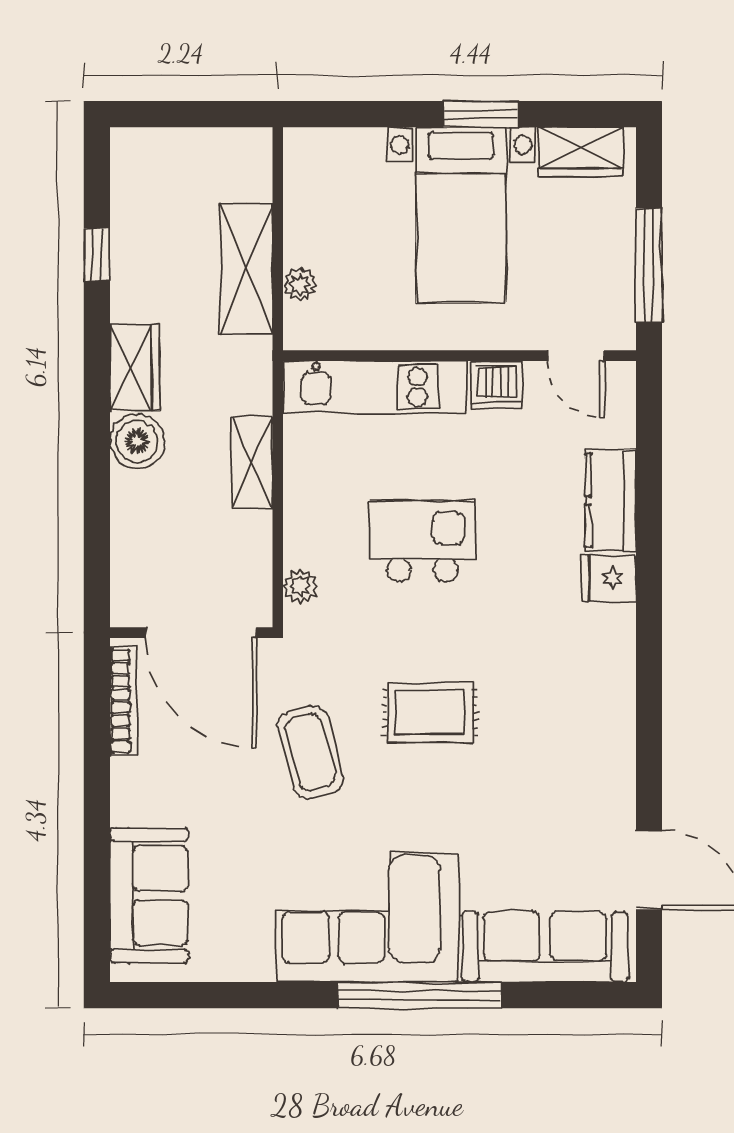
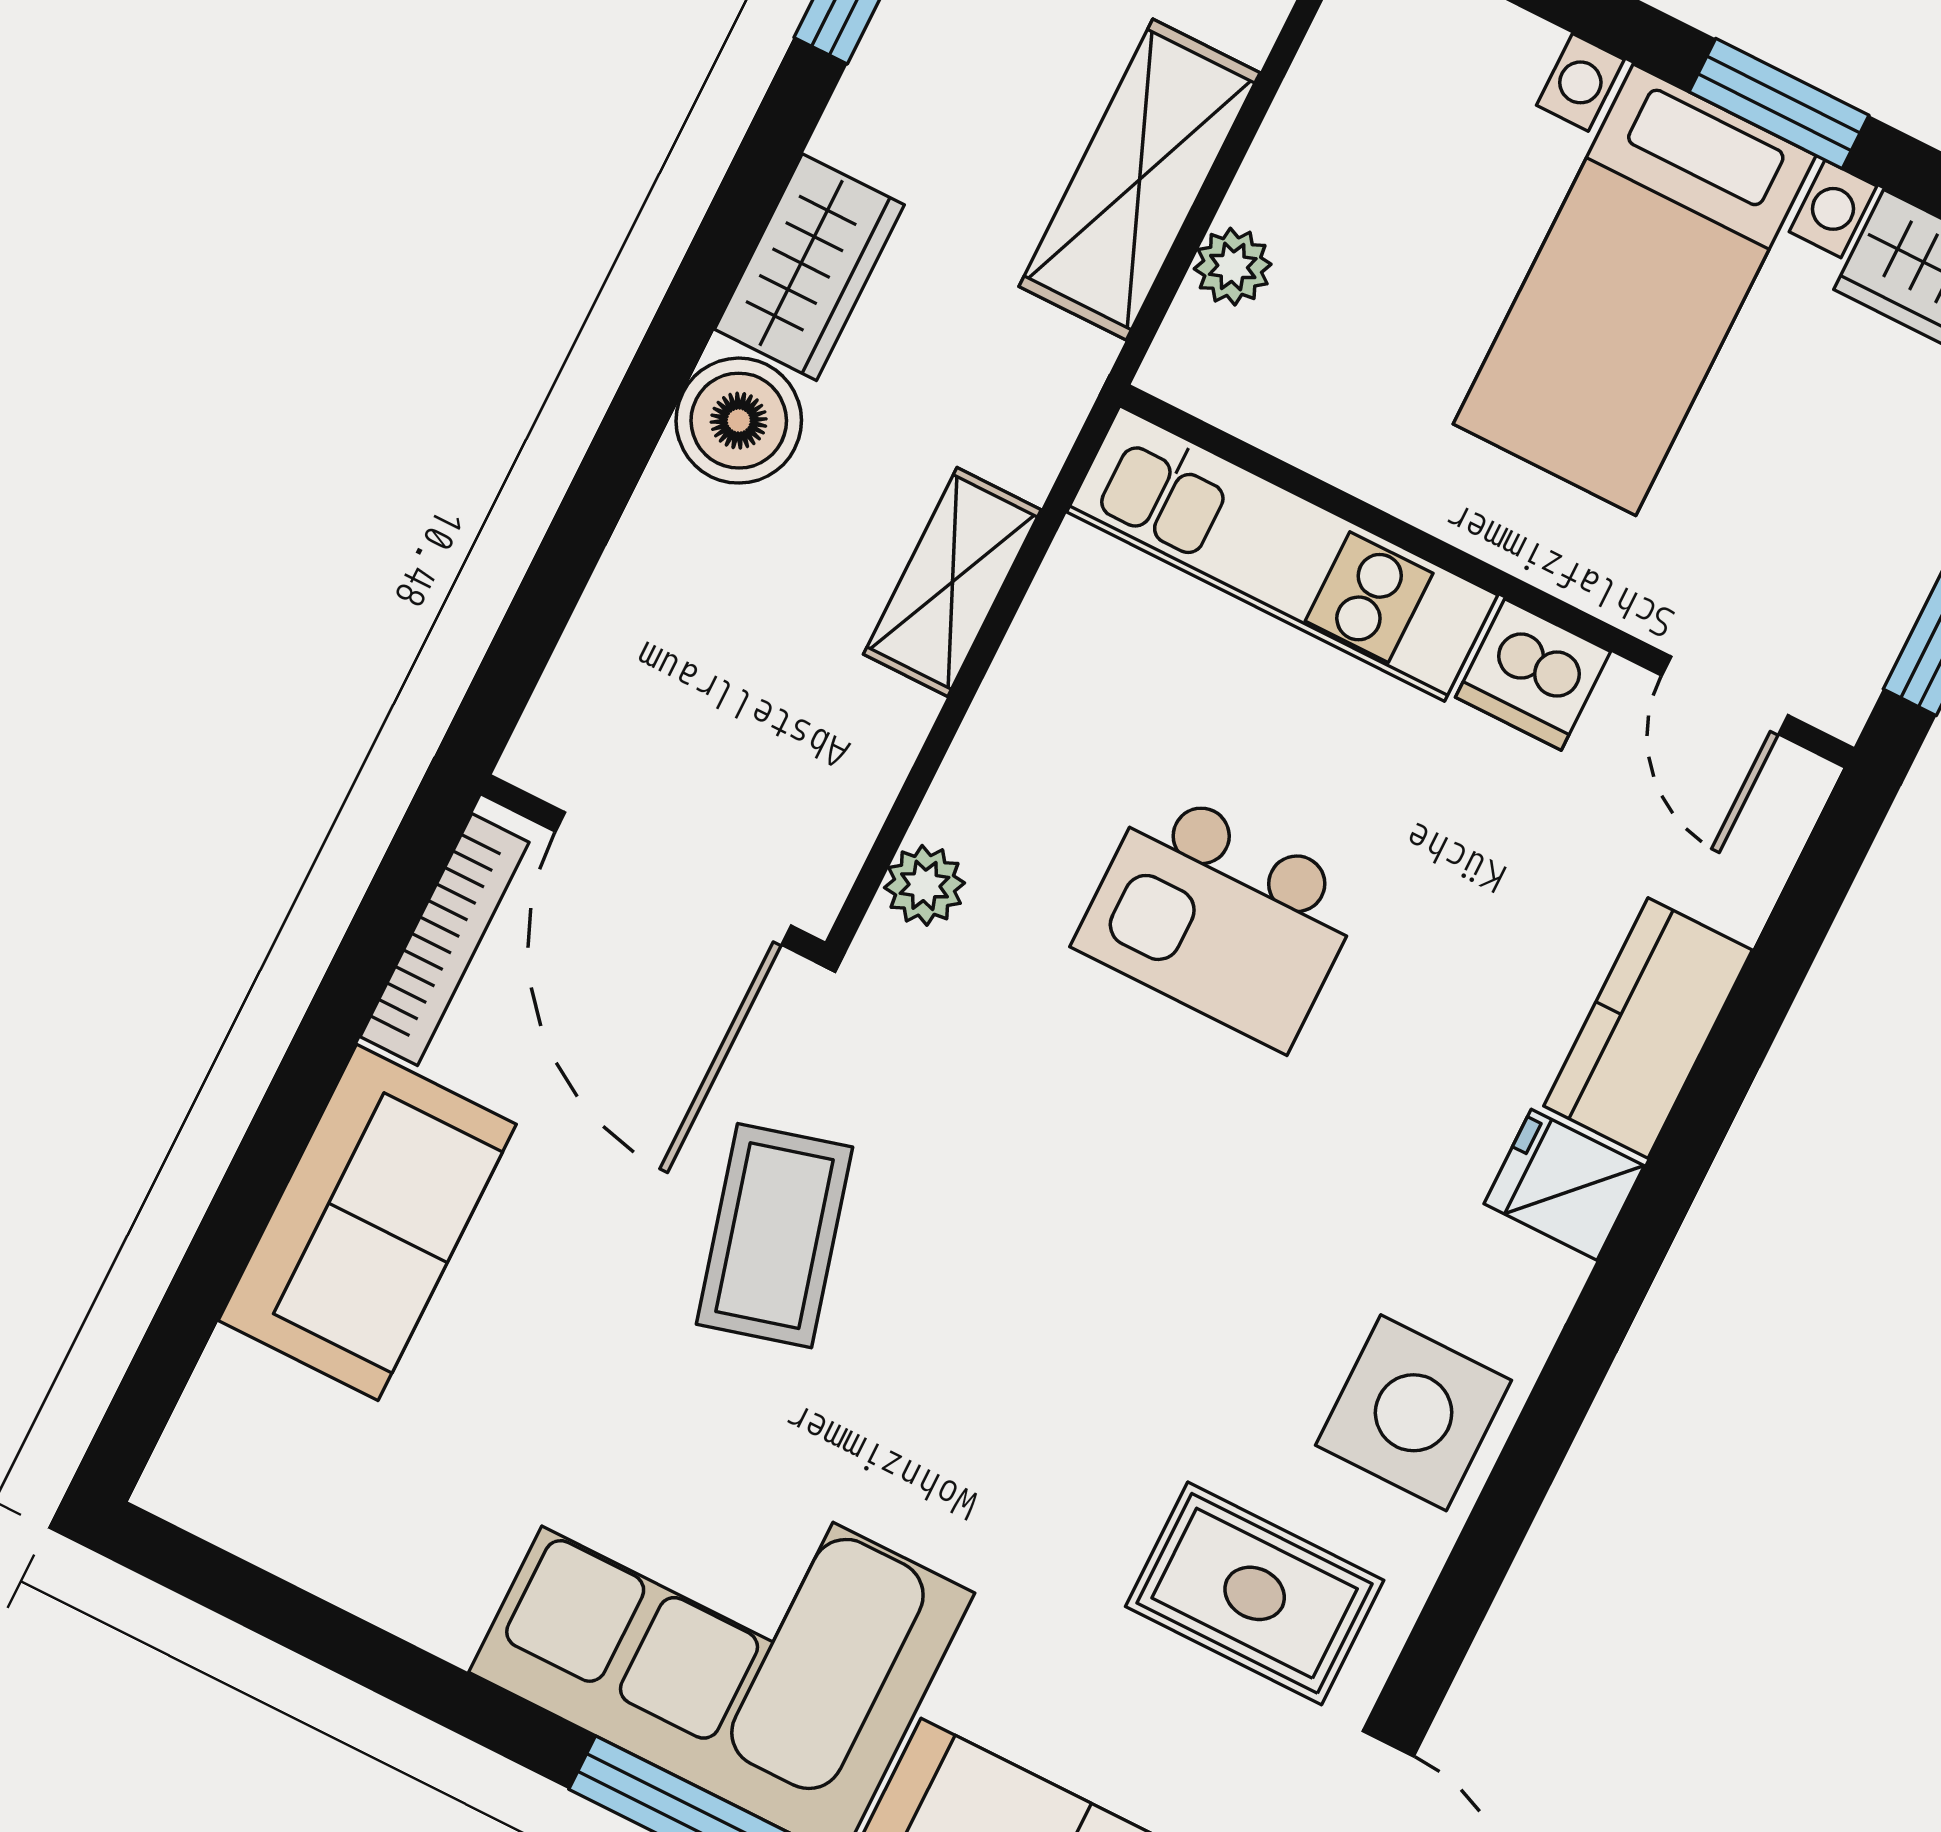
kitchen island: (422, 541) -> (1220, 918), turned 180
side table: (594, 696) -> (1414, 1413), added
rug: (430, 712) -> (1255, 1593), moved
sofa: (149, 895) -> (367, 1222), moved

